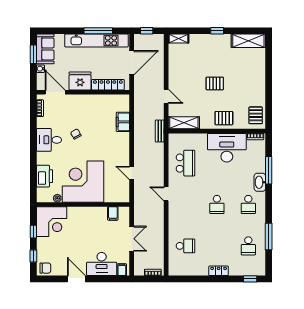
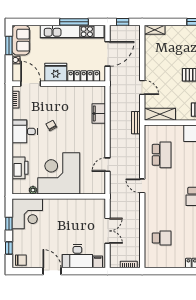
door: (132, 173) -> (108, 165), hinge flipped
filing cabinet: (113, 213) -> (89, 205), removed

